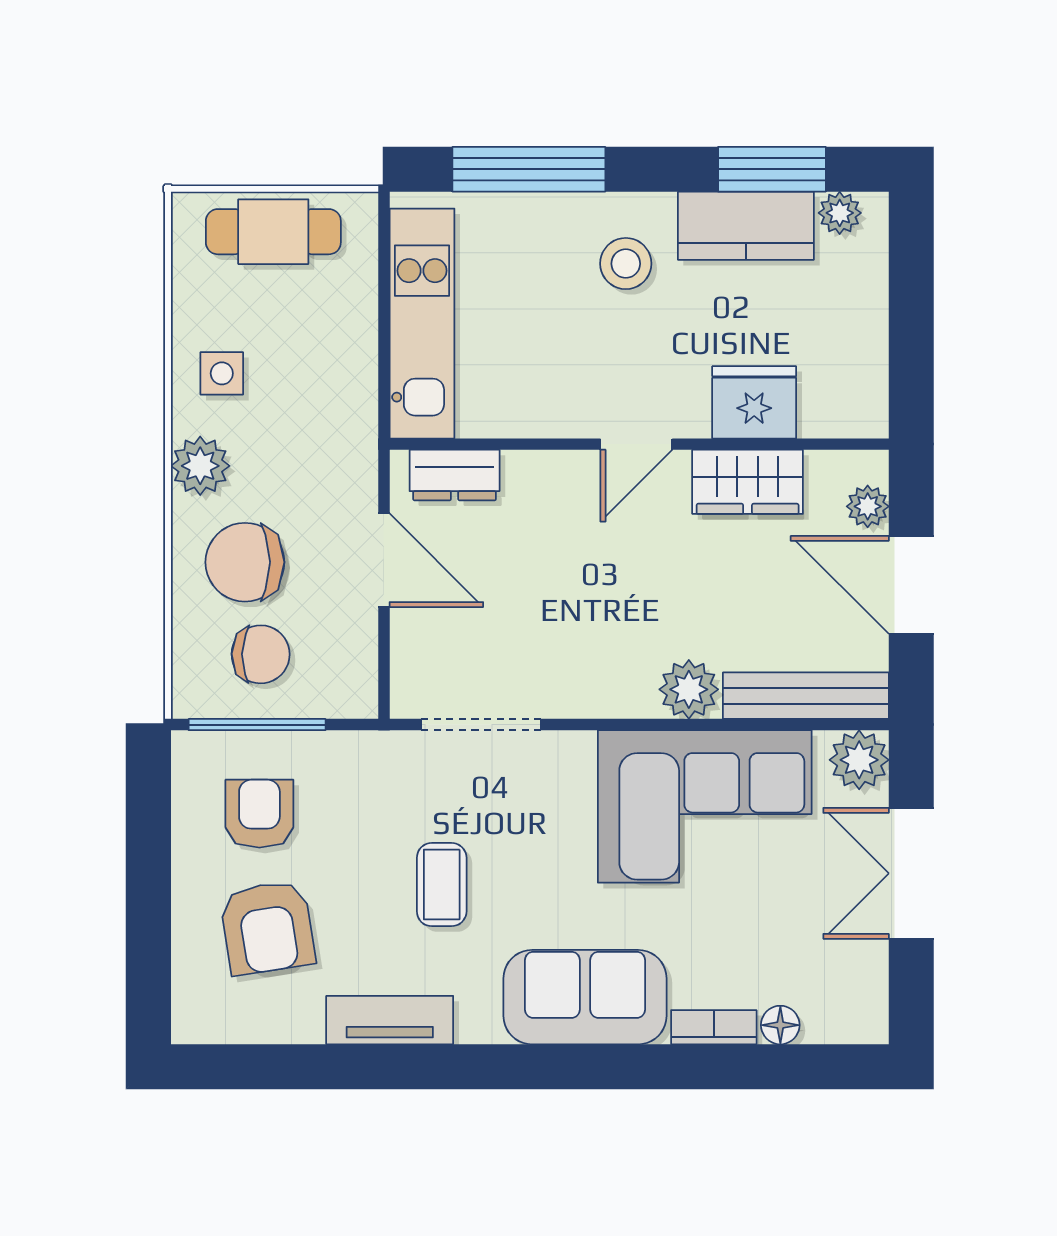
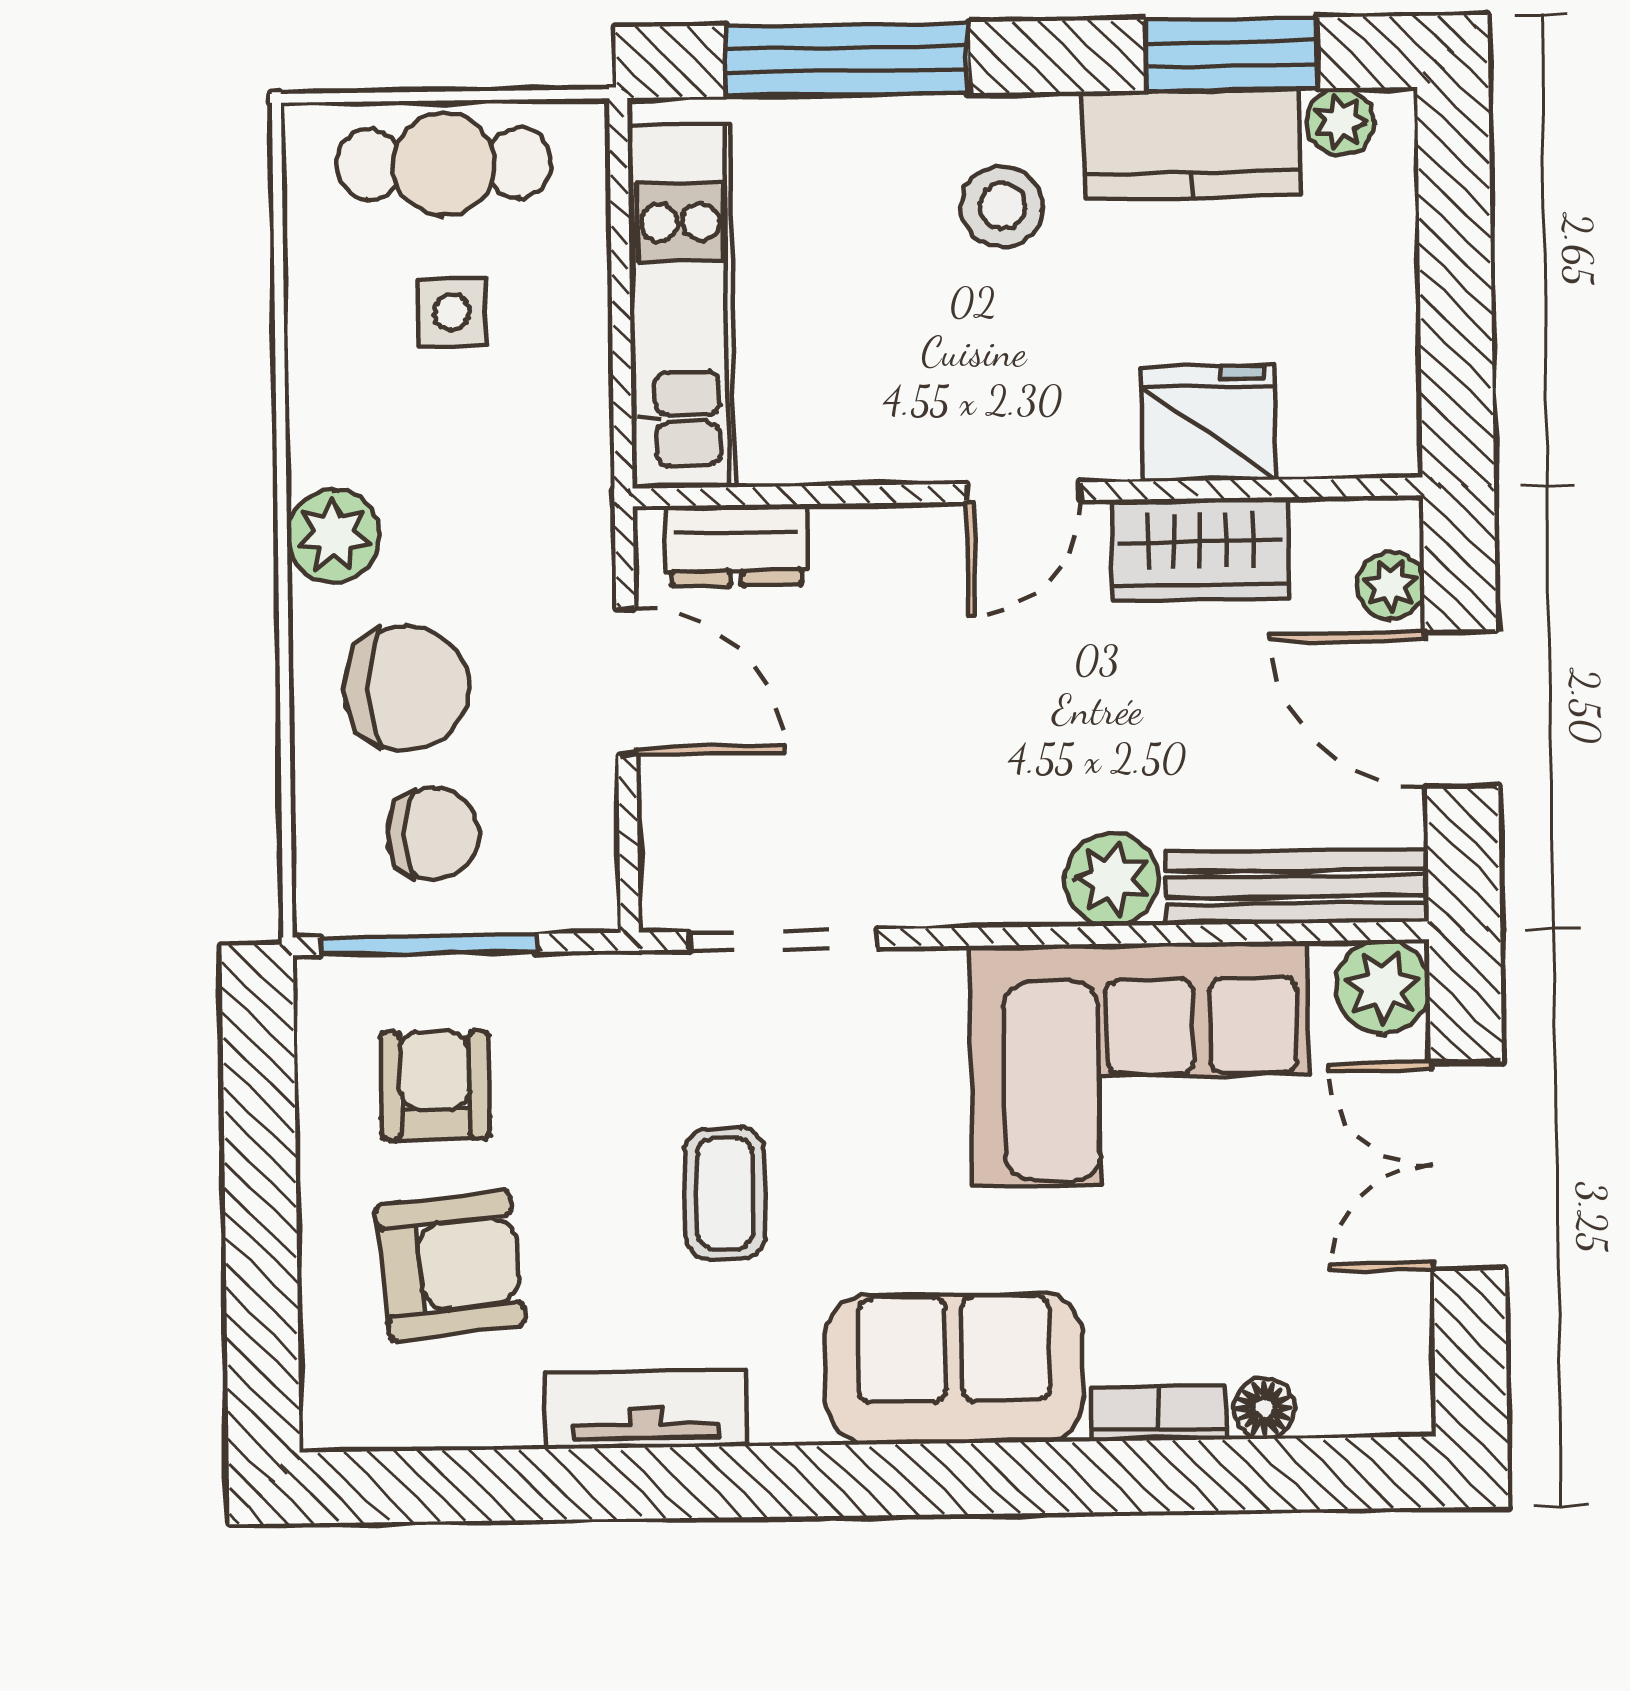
side table: (222, 373) -> (451, 312), moved
chair: (245, 562) -> (406, 688), turned 180
armchair: (267, 928) -> (450, 1265), turned -87

